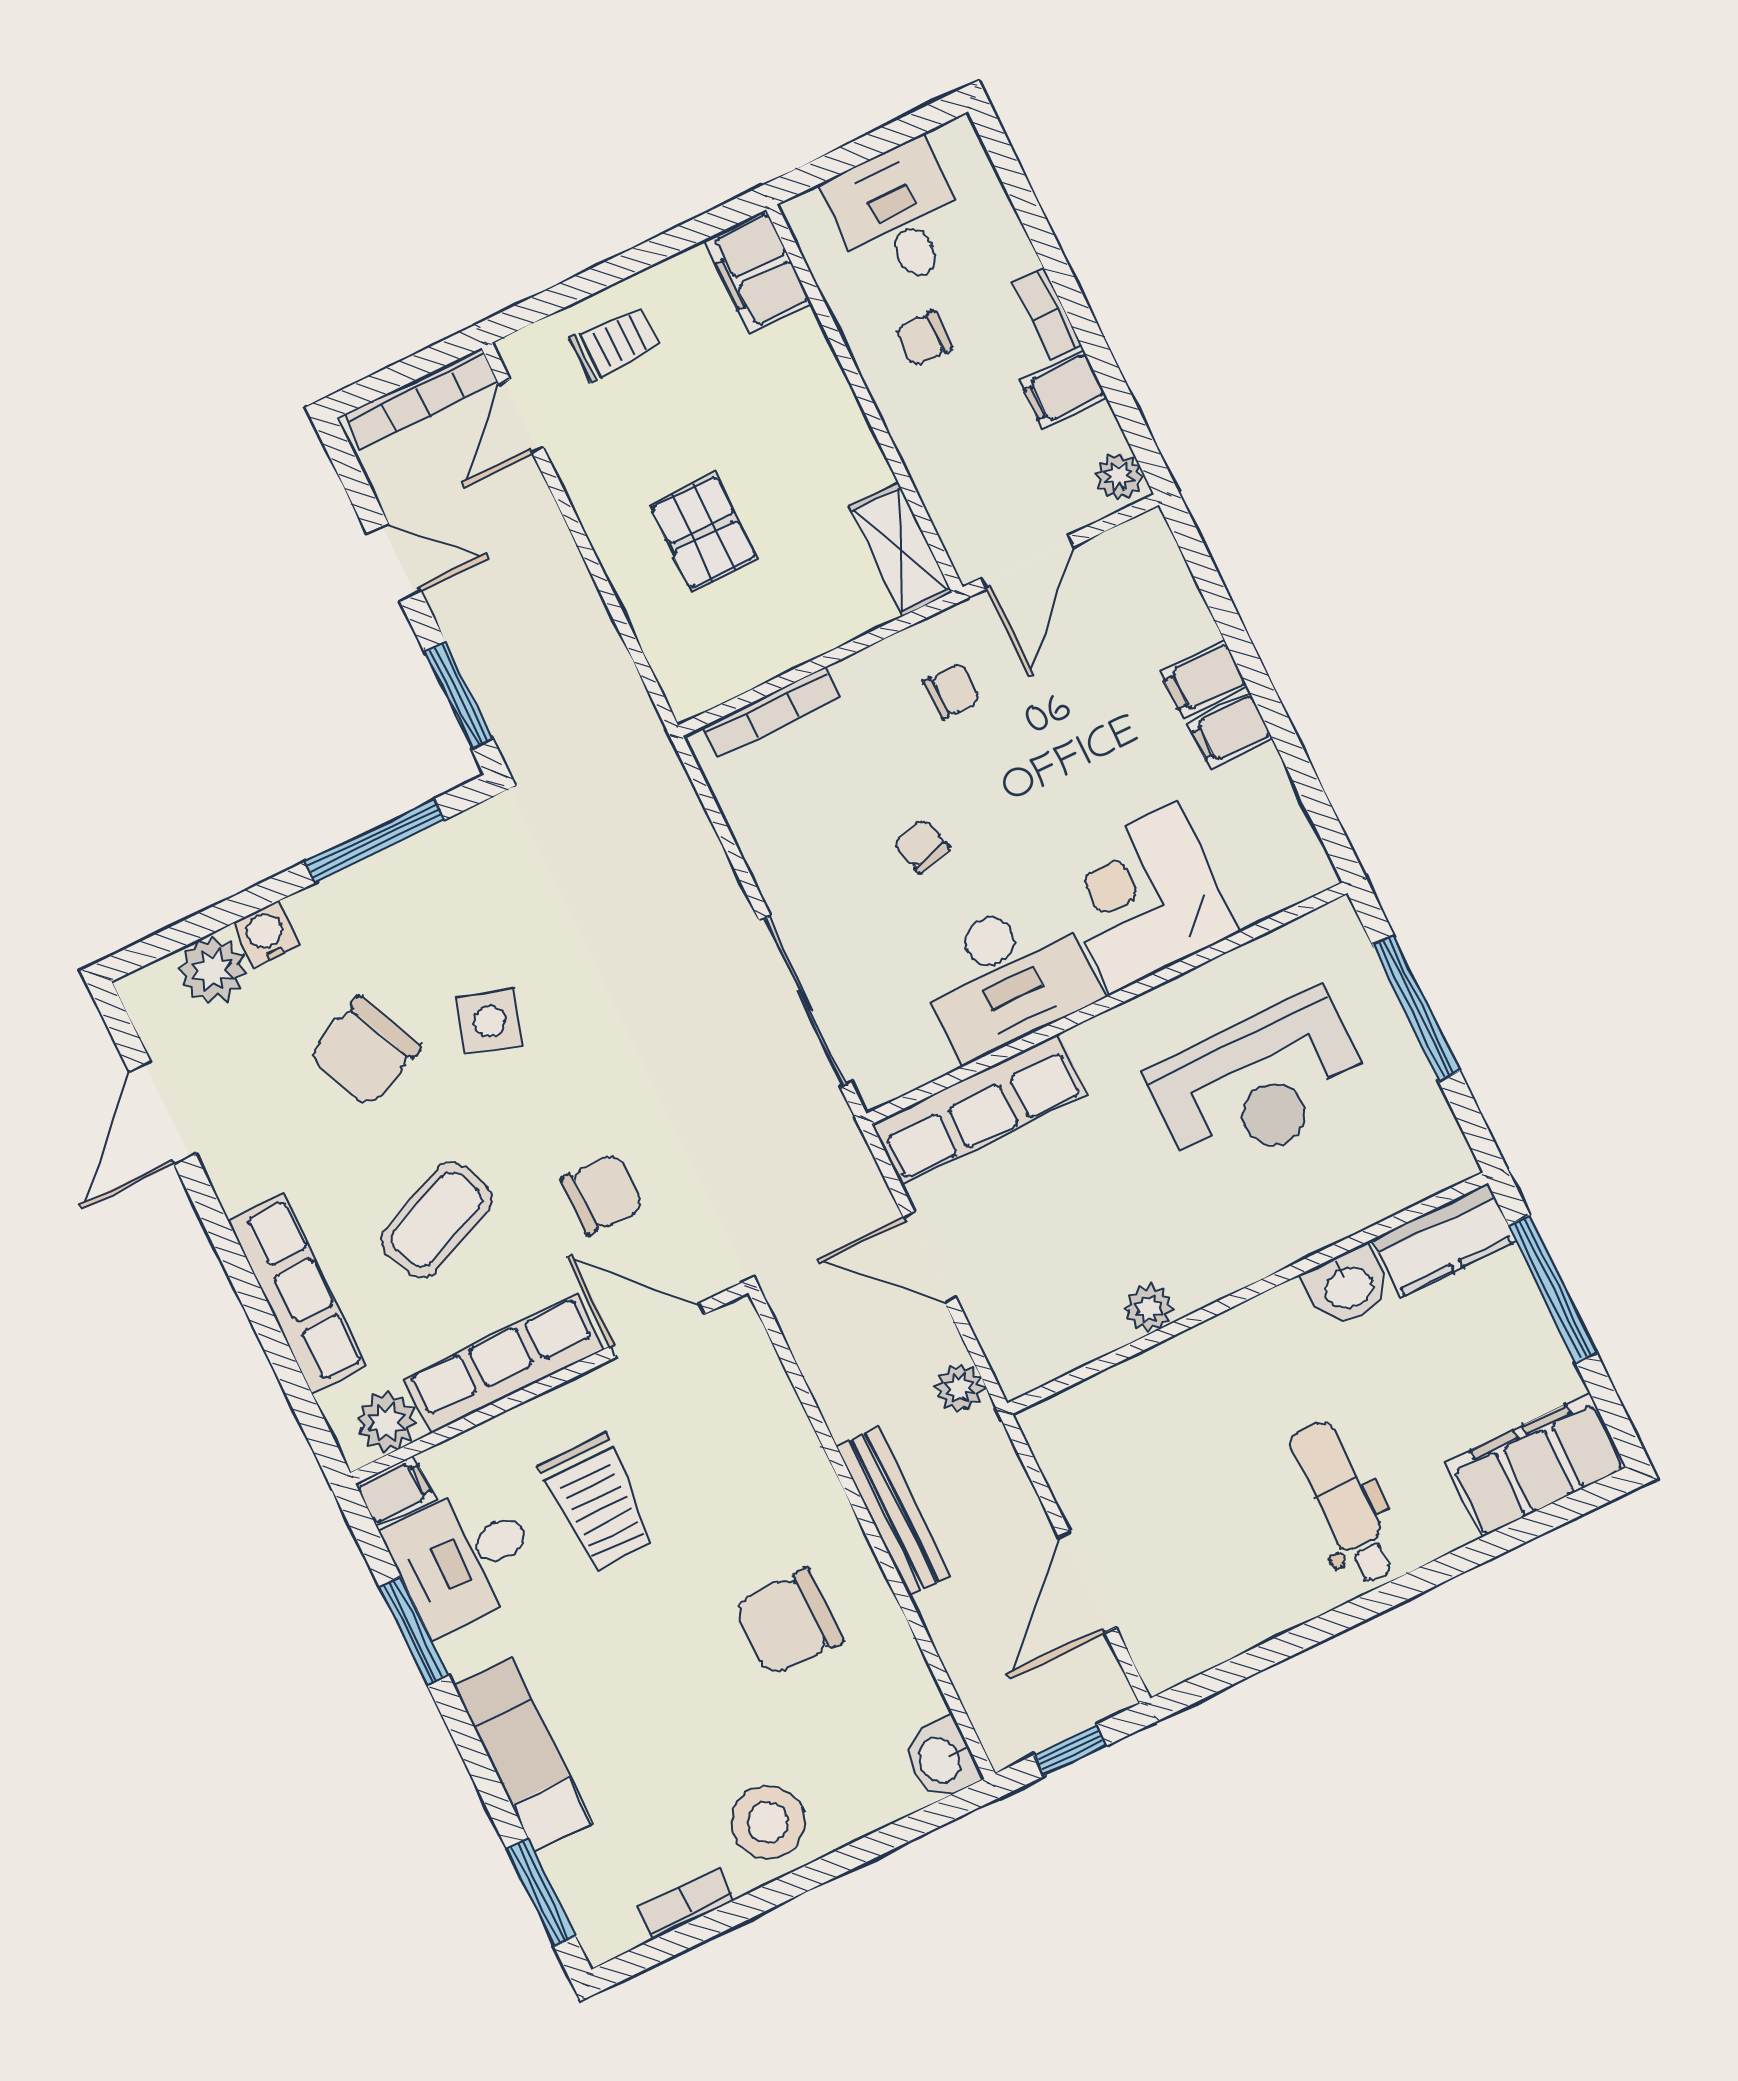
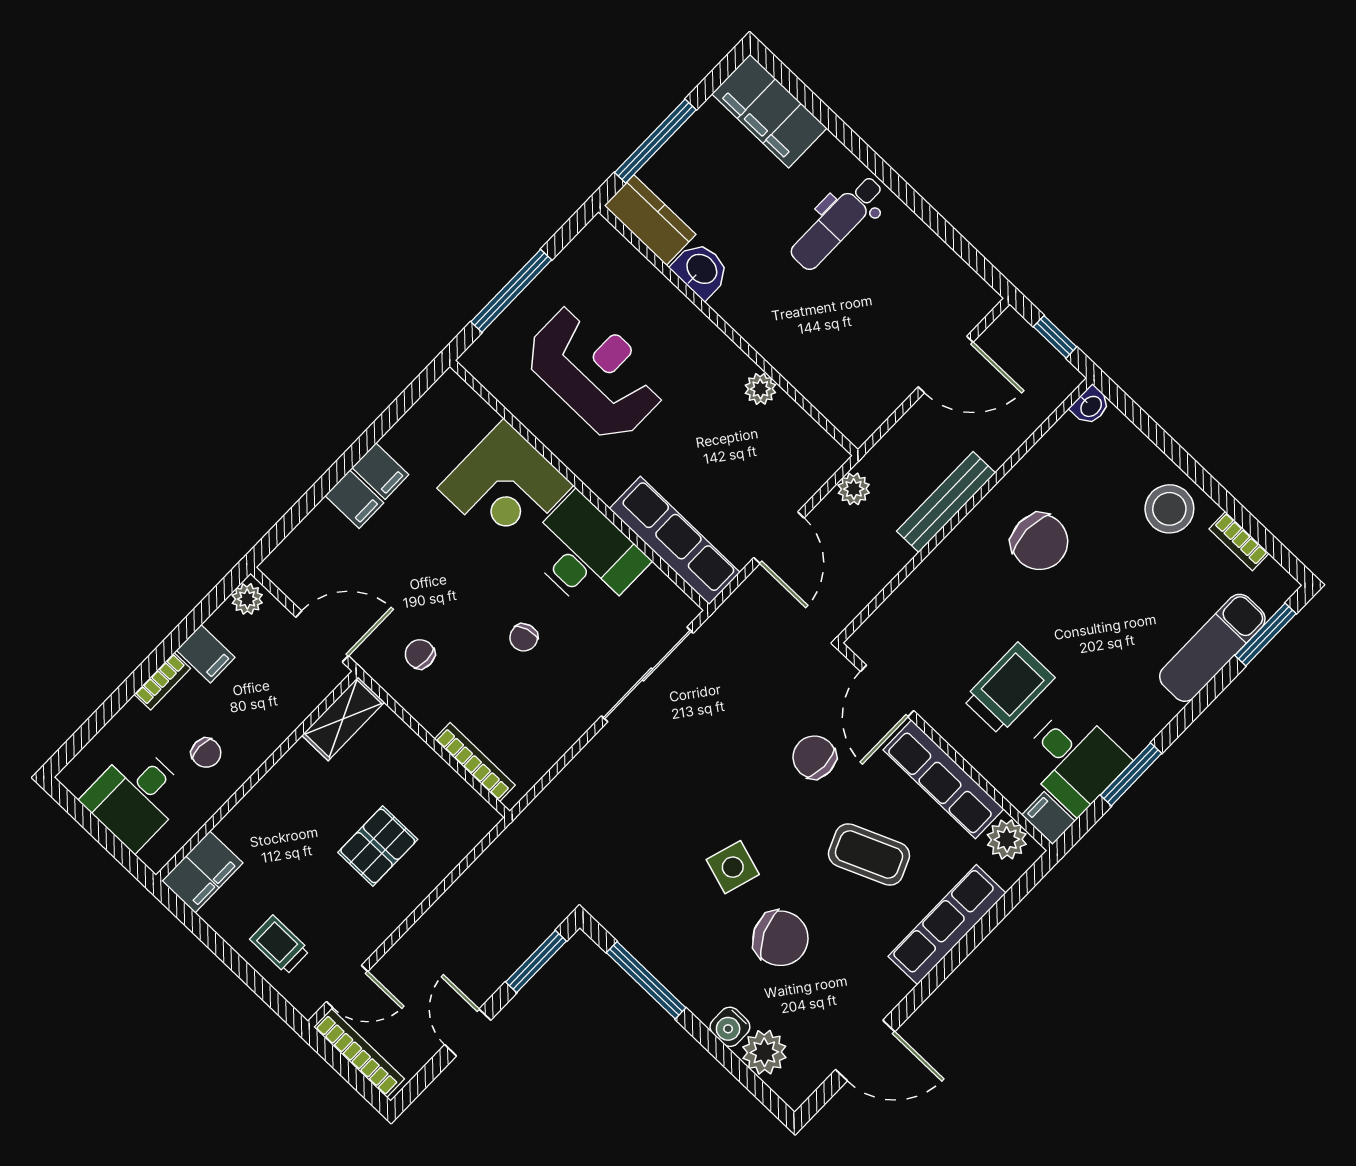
exam couch: (522, 1754) -> (1212, 648), moved
washbasin: (941, 1760) -> (1090, 406), width x0.72, depth x0.69

